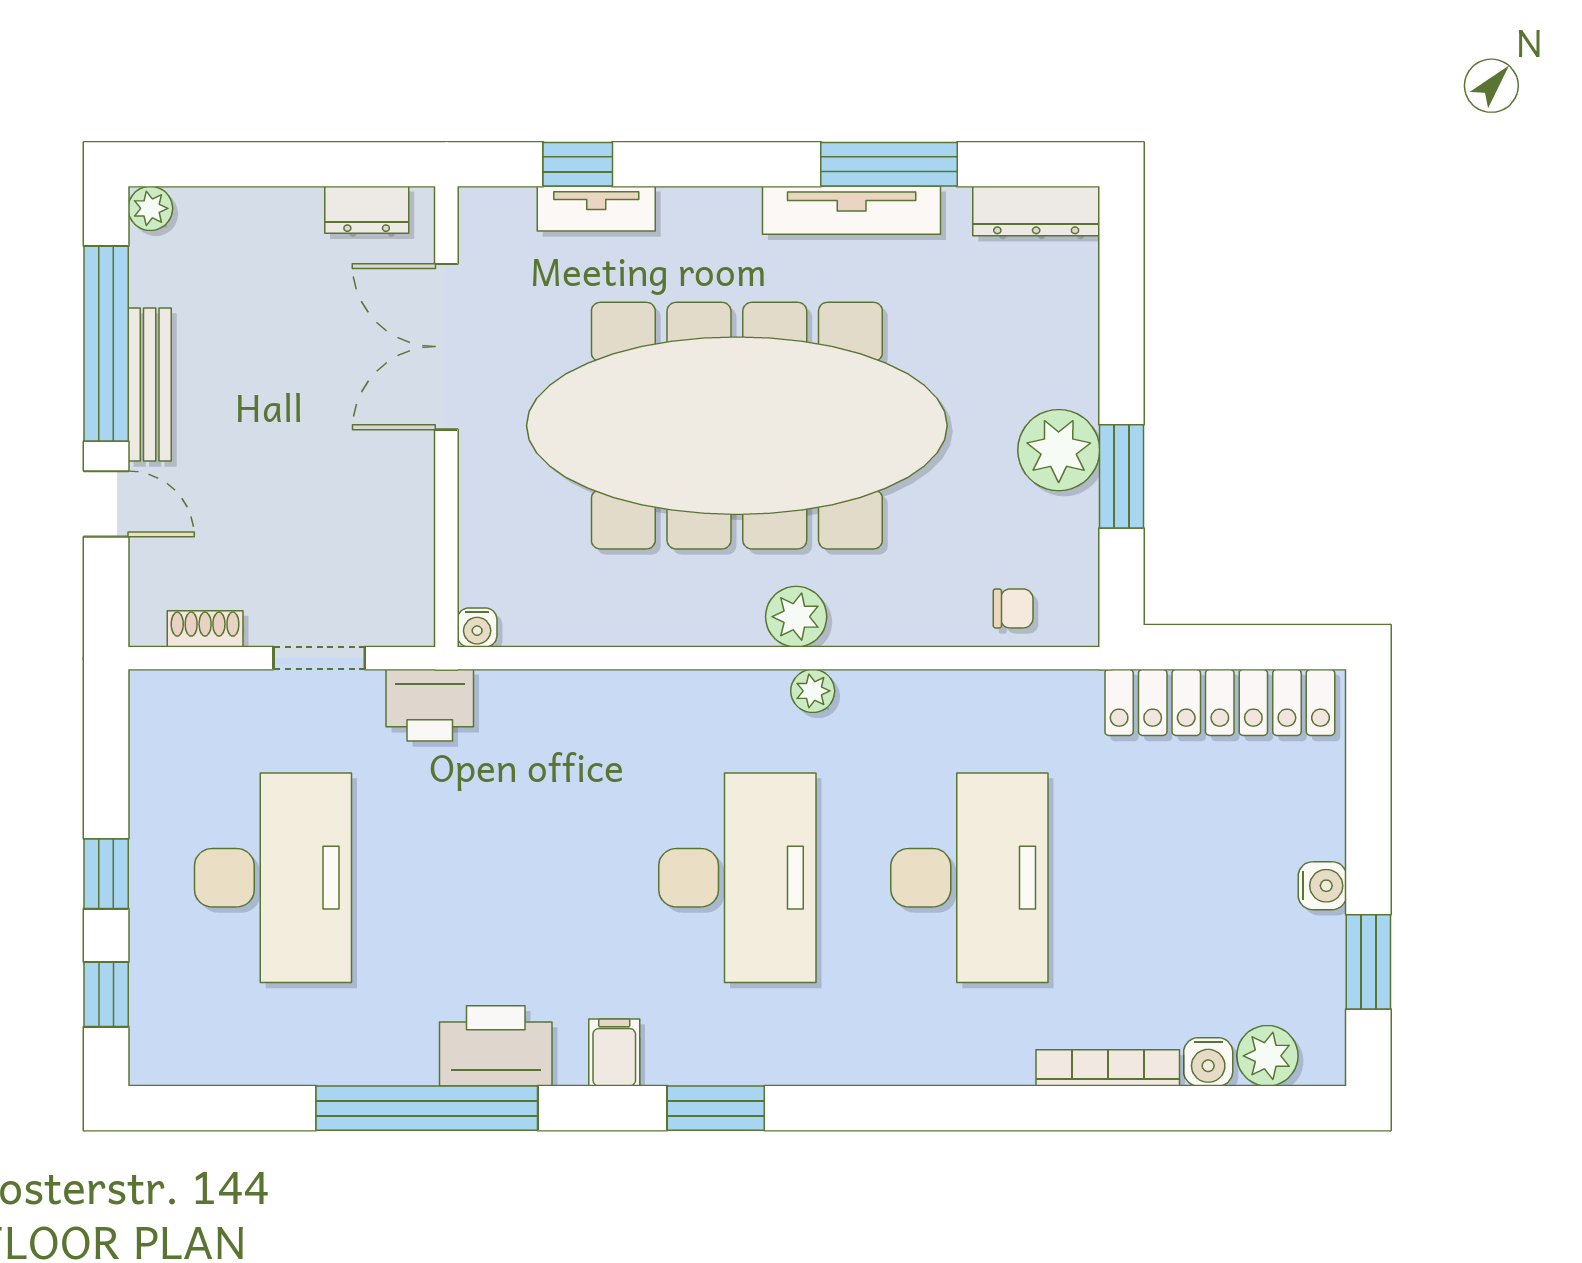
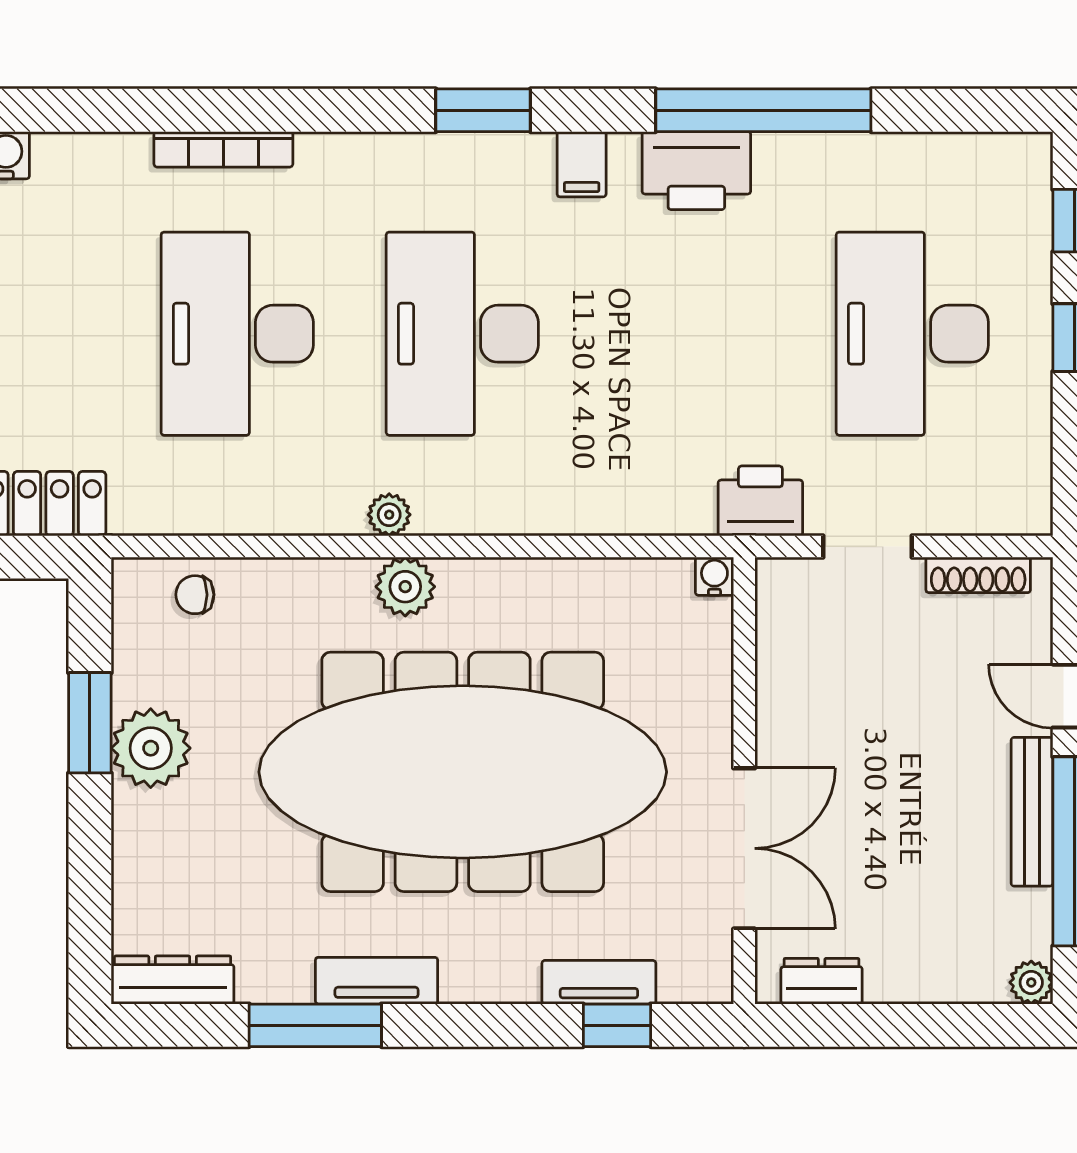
tv unit: (852, 210) -> (377, 981), width x0.71
shoe rack: (205, 629) -> (978, 575), width x1.43
bookcase: (1108, 1068) -> (223, 149), moved

